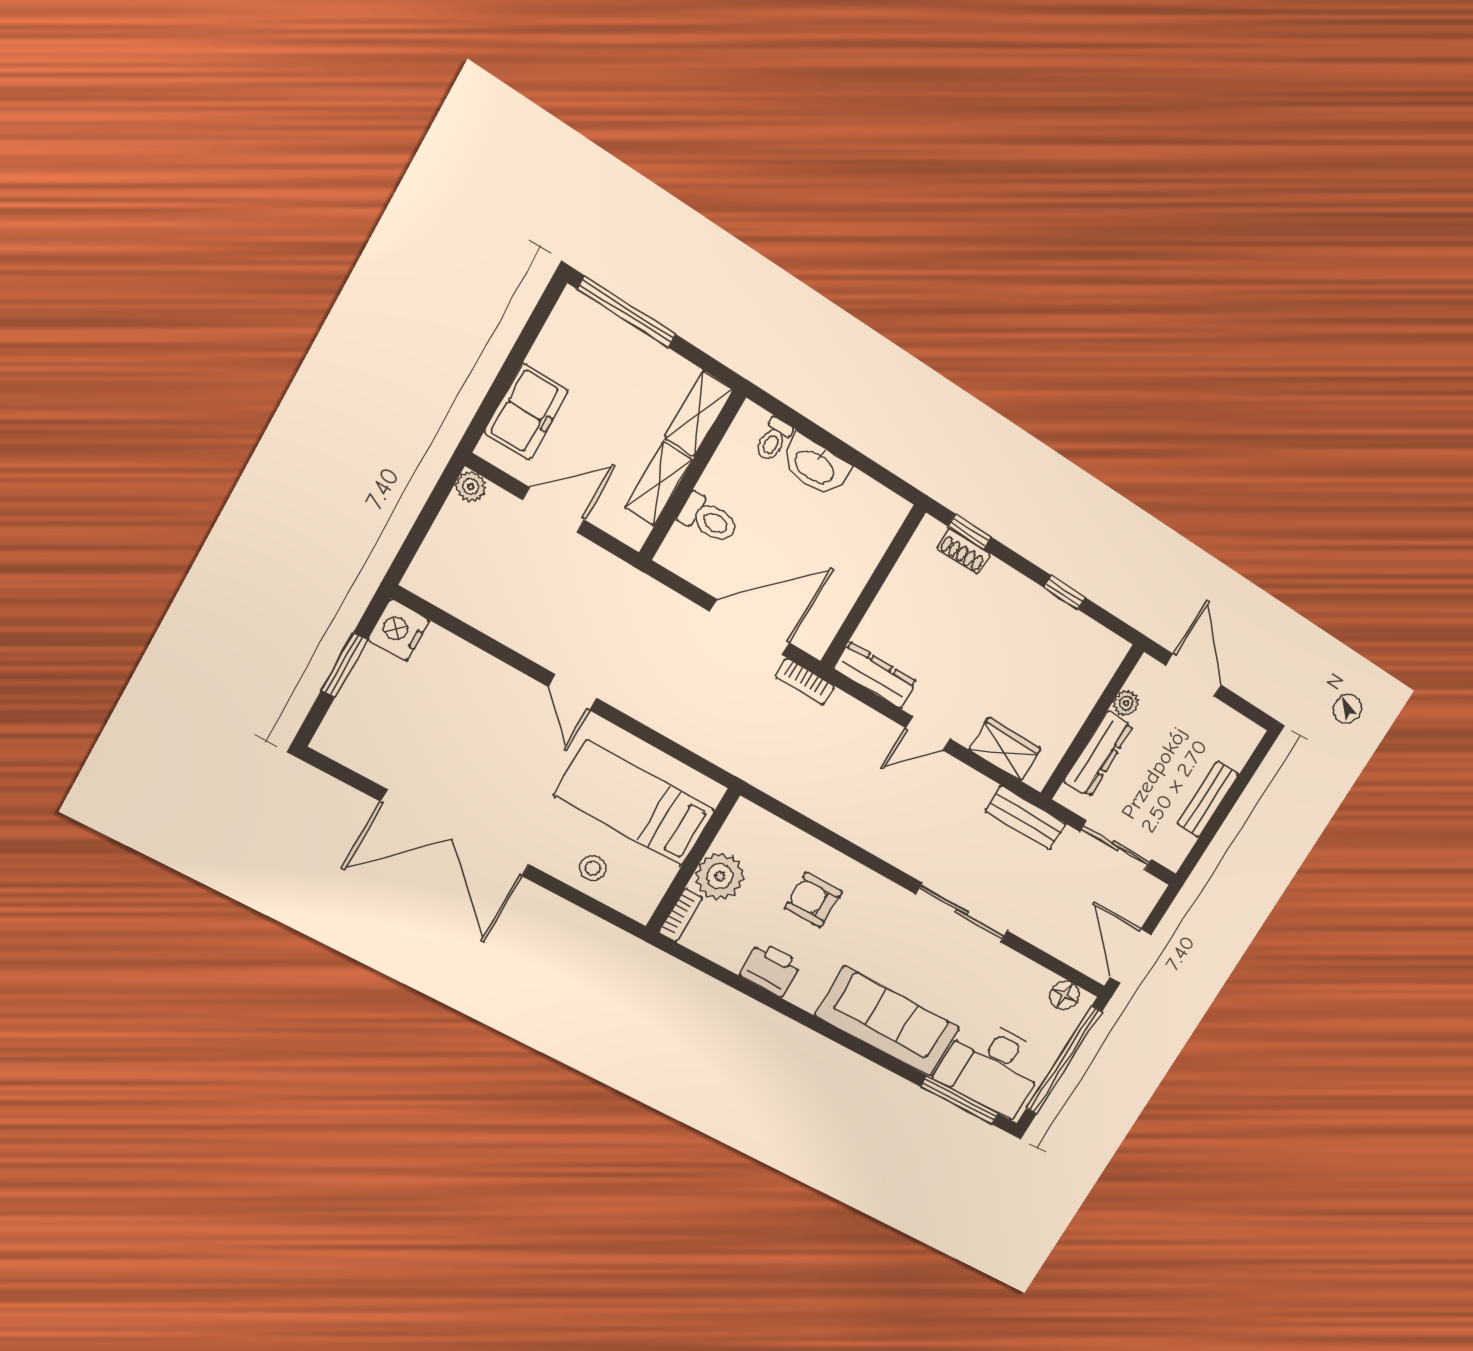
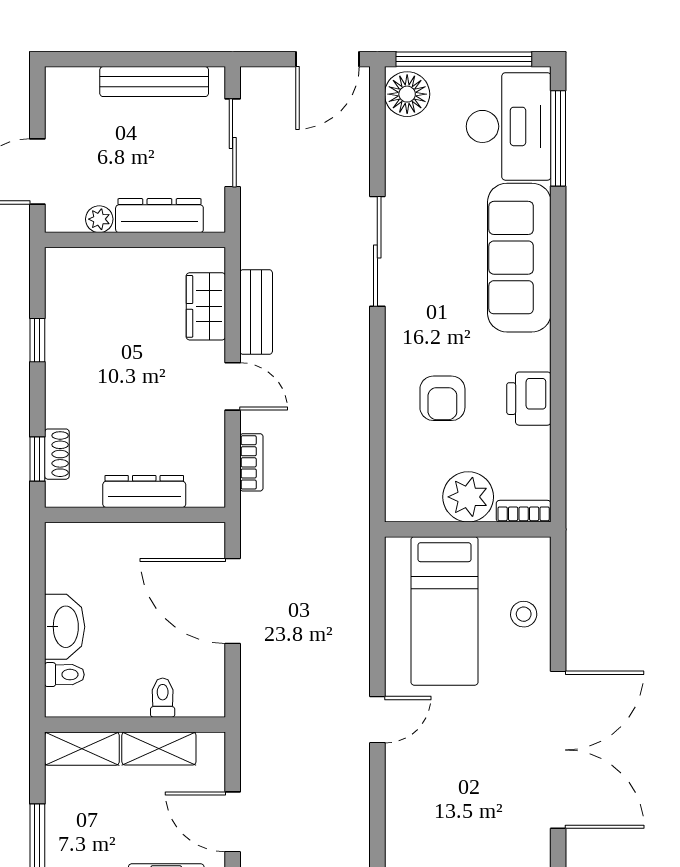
toilet: (709, 519) -> (163, 698), width x0.73, depth x0.72
dresser: (875, 675) -> (144, 491), moved, turned 90
bookcase: (805, 682) -> (251, 462), moved
bench: (1208, 799) -> (154, 82), width x1.36
bench: (1026, 818) -> (256, 312), moved
floor lamp: (1064, 995) -> (407, 94), width x1.38, depth x1.38

